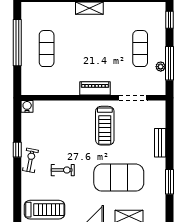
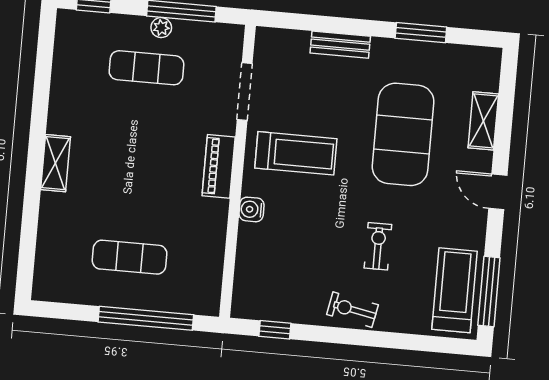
window: (17, 43) -> (146, 318), moved
plant: (161, 67) -> (161, 28), moved
water cooler: (27, 106) -> (251, 209), moved
window: (17, 150) -> (275, 330), moved

